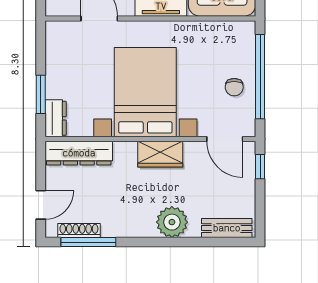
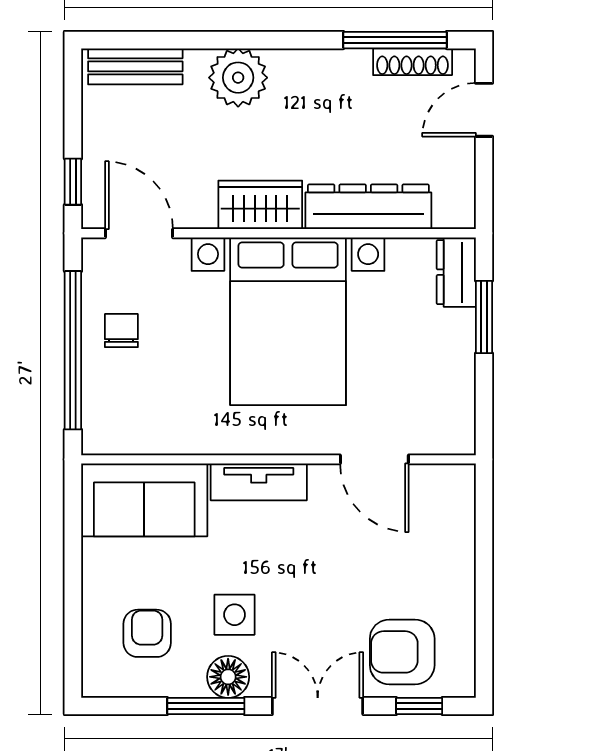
dresser: (79, 153) -> (368, 207), moved

